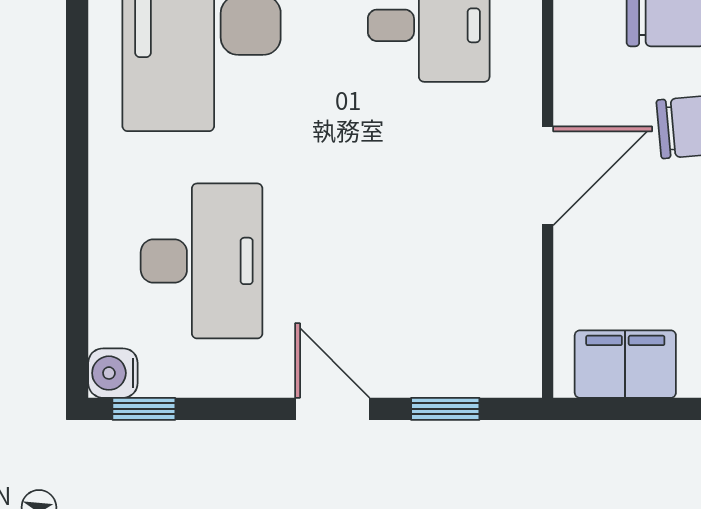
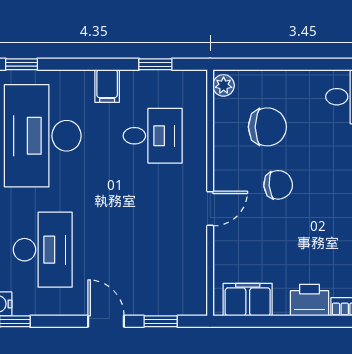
door: (548, 176) -> (210, 209), width x0.73

